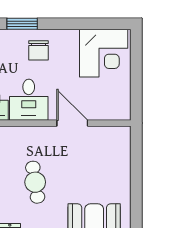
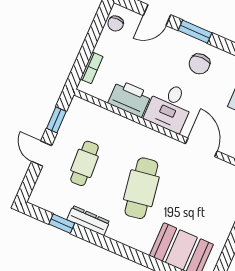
cafe table: (35, 182) -> (141, 188), width x1.37, depth x1.35

